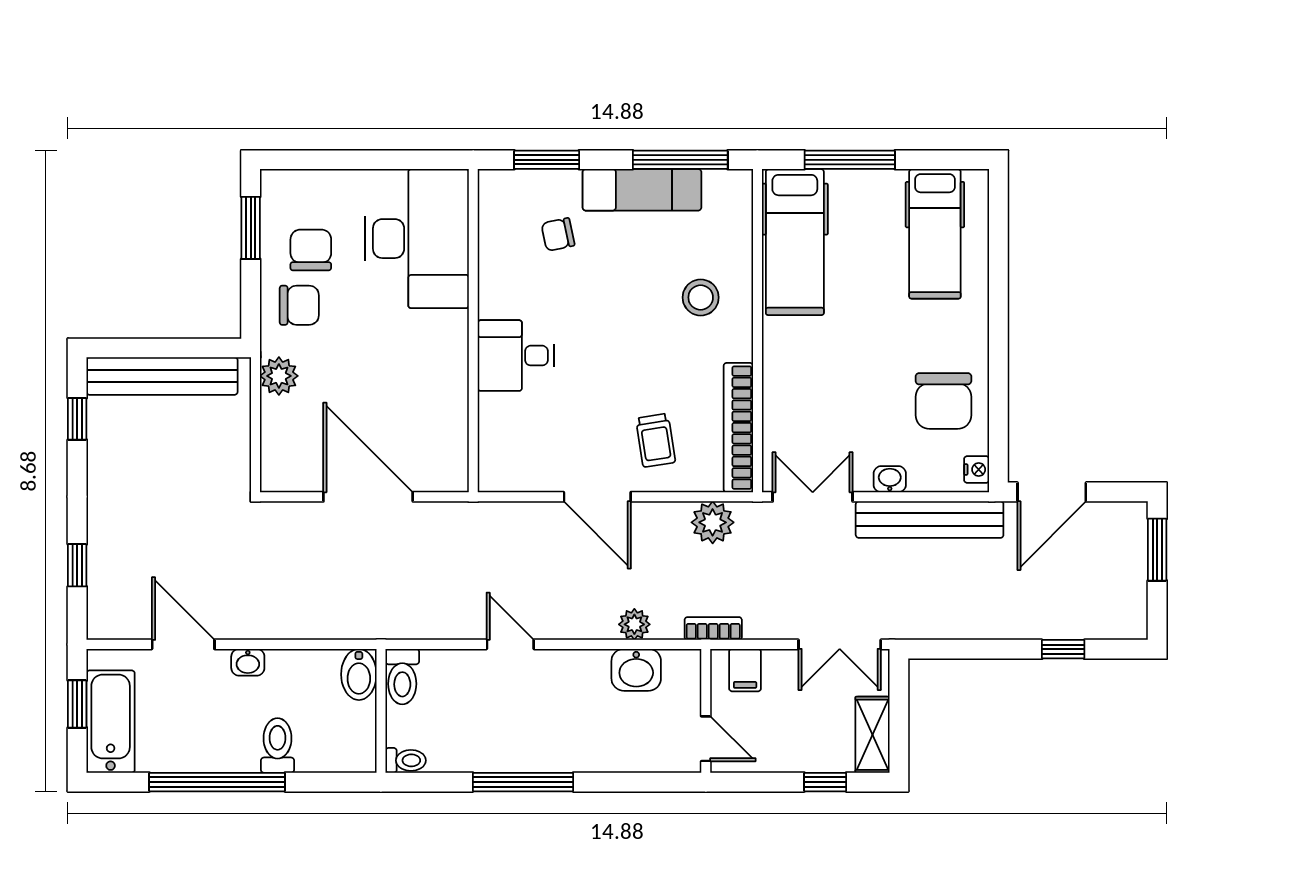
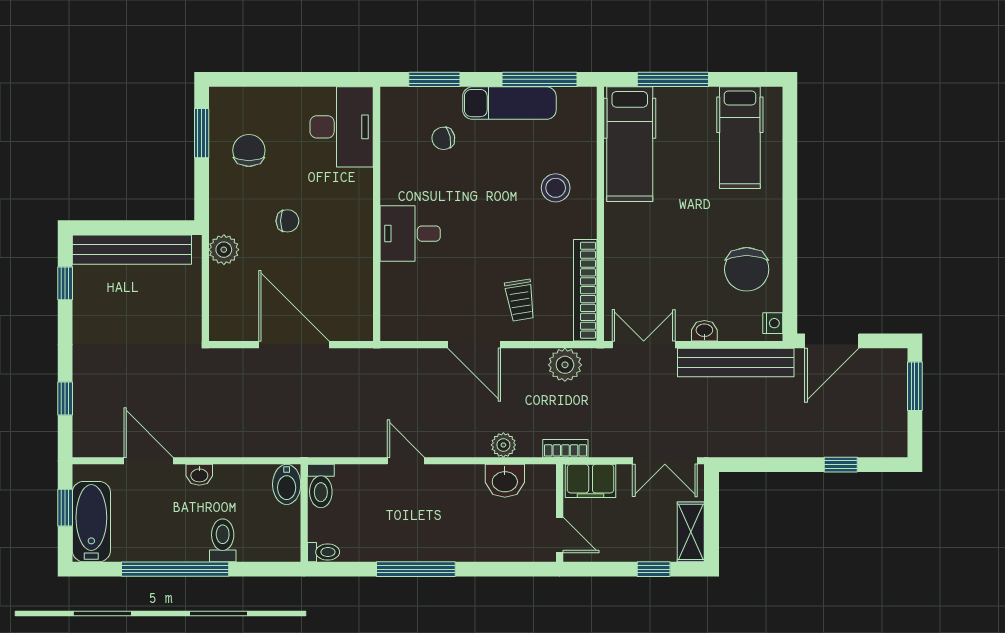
desk: (417, 239) -> (342, 127), width x0.73, depth x0.77
chair: (299, 305) -> (287, 221), moved, width x0.73, depth x0.73
filing cabinet: (745, 670) -> (591, 481), width x2.00

